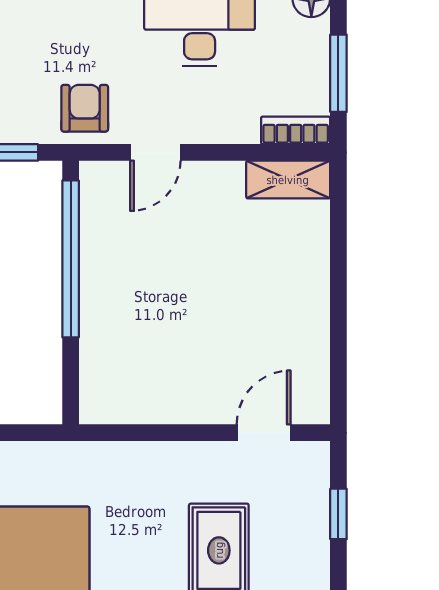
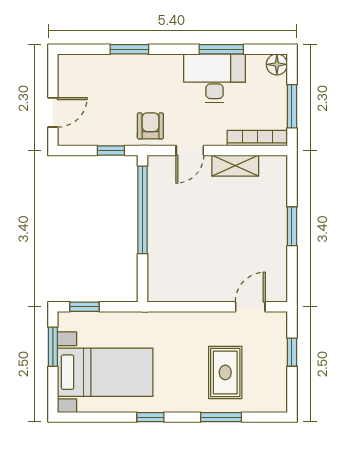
bookcase: (296, 130) -> (257, 138), width x1.56
shelving: (288, 180) -> (235, 166), moved
window: (338, 288) -> (292, 226), added

